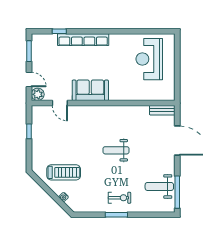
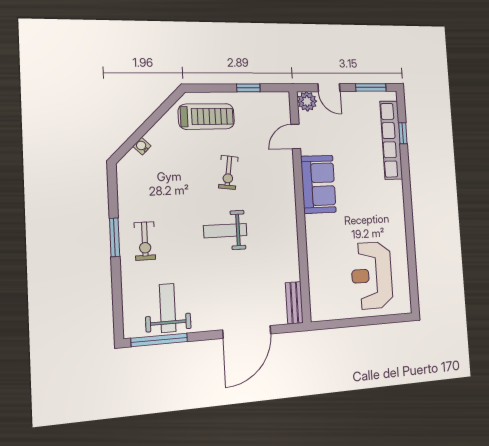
row of seats: (83, 40) -> (391, 140), moved
reception desk: (149, 59) -> (372, 275), turned -90
door: (29, 79) -> (329, 88), hinge flipped
exercise bike: (81, 147) -> (228, 172), added
weight bench: (116, 150) -> (225, 231), turned -90
treadmill: (64, 172) -> (206, 116), moved, turned -90

